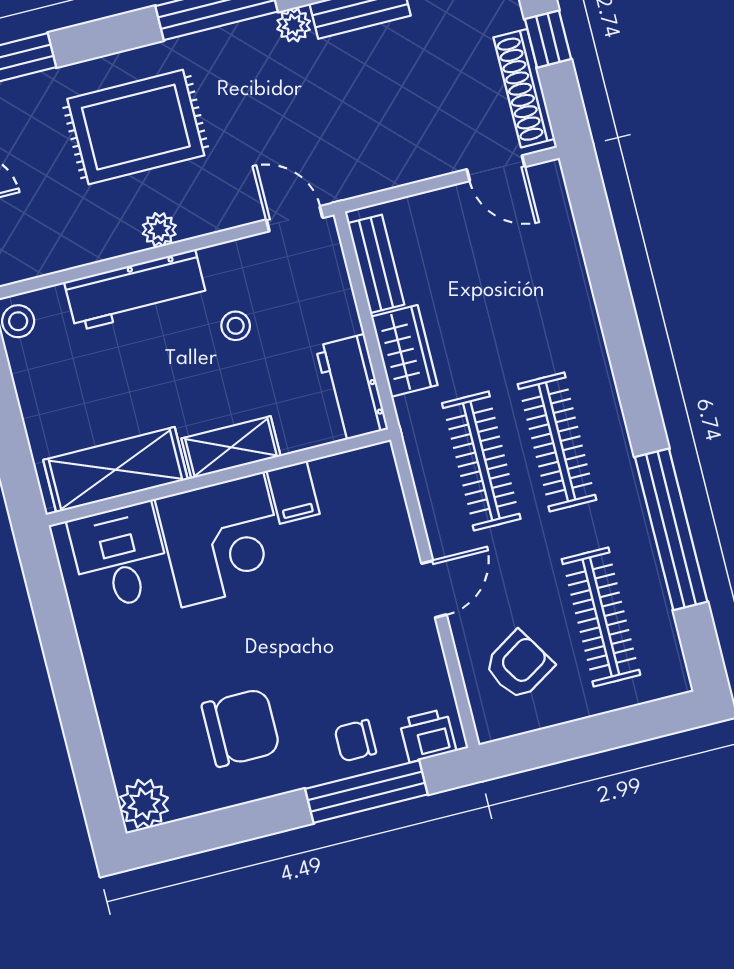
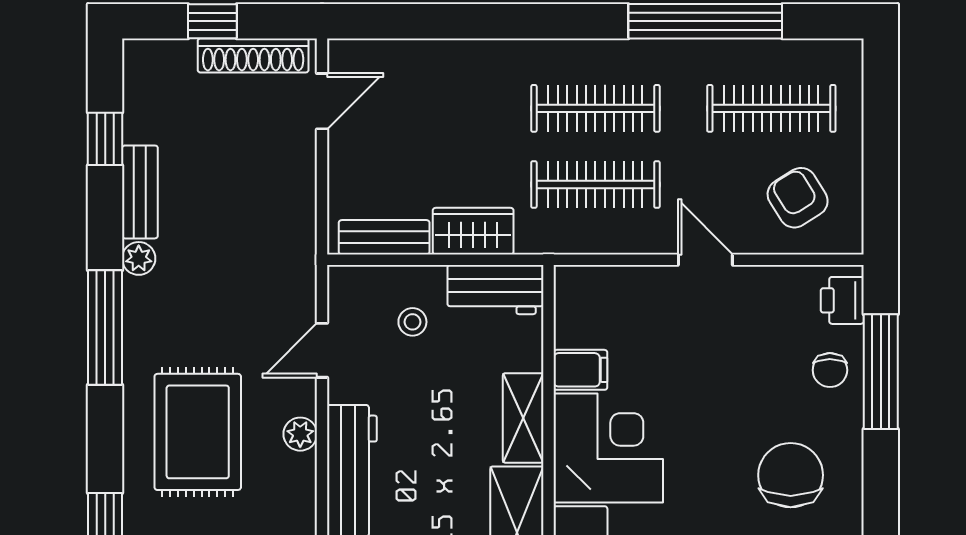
door: (295, 219) -> (322, 350), moved
stool: (236, 326) -> (412, 322), moved

